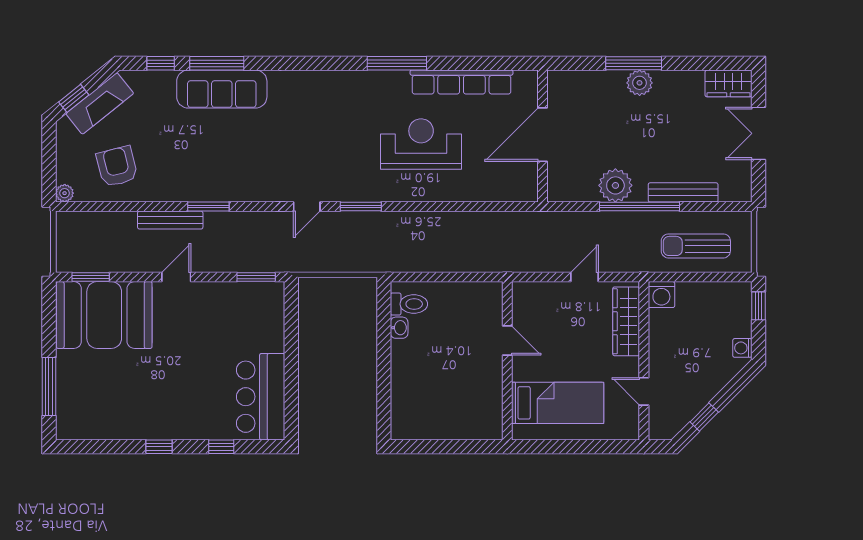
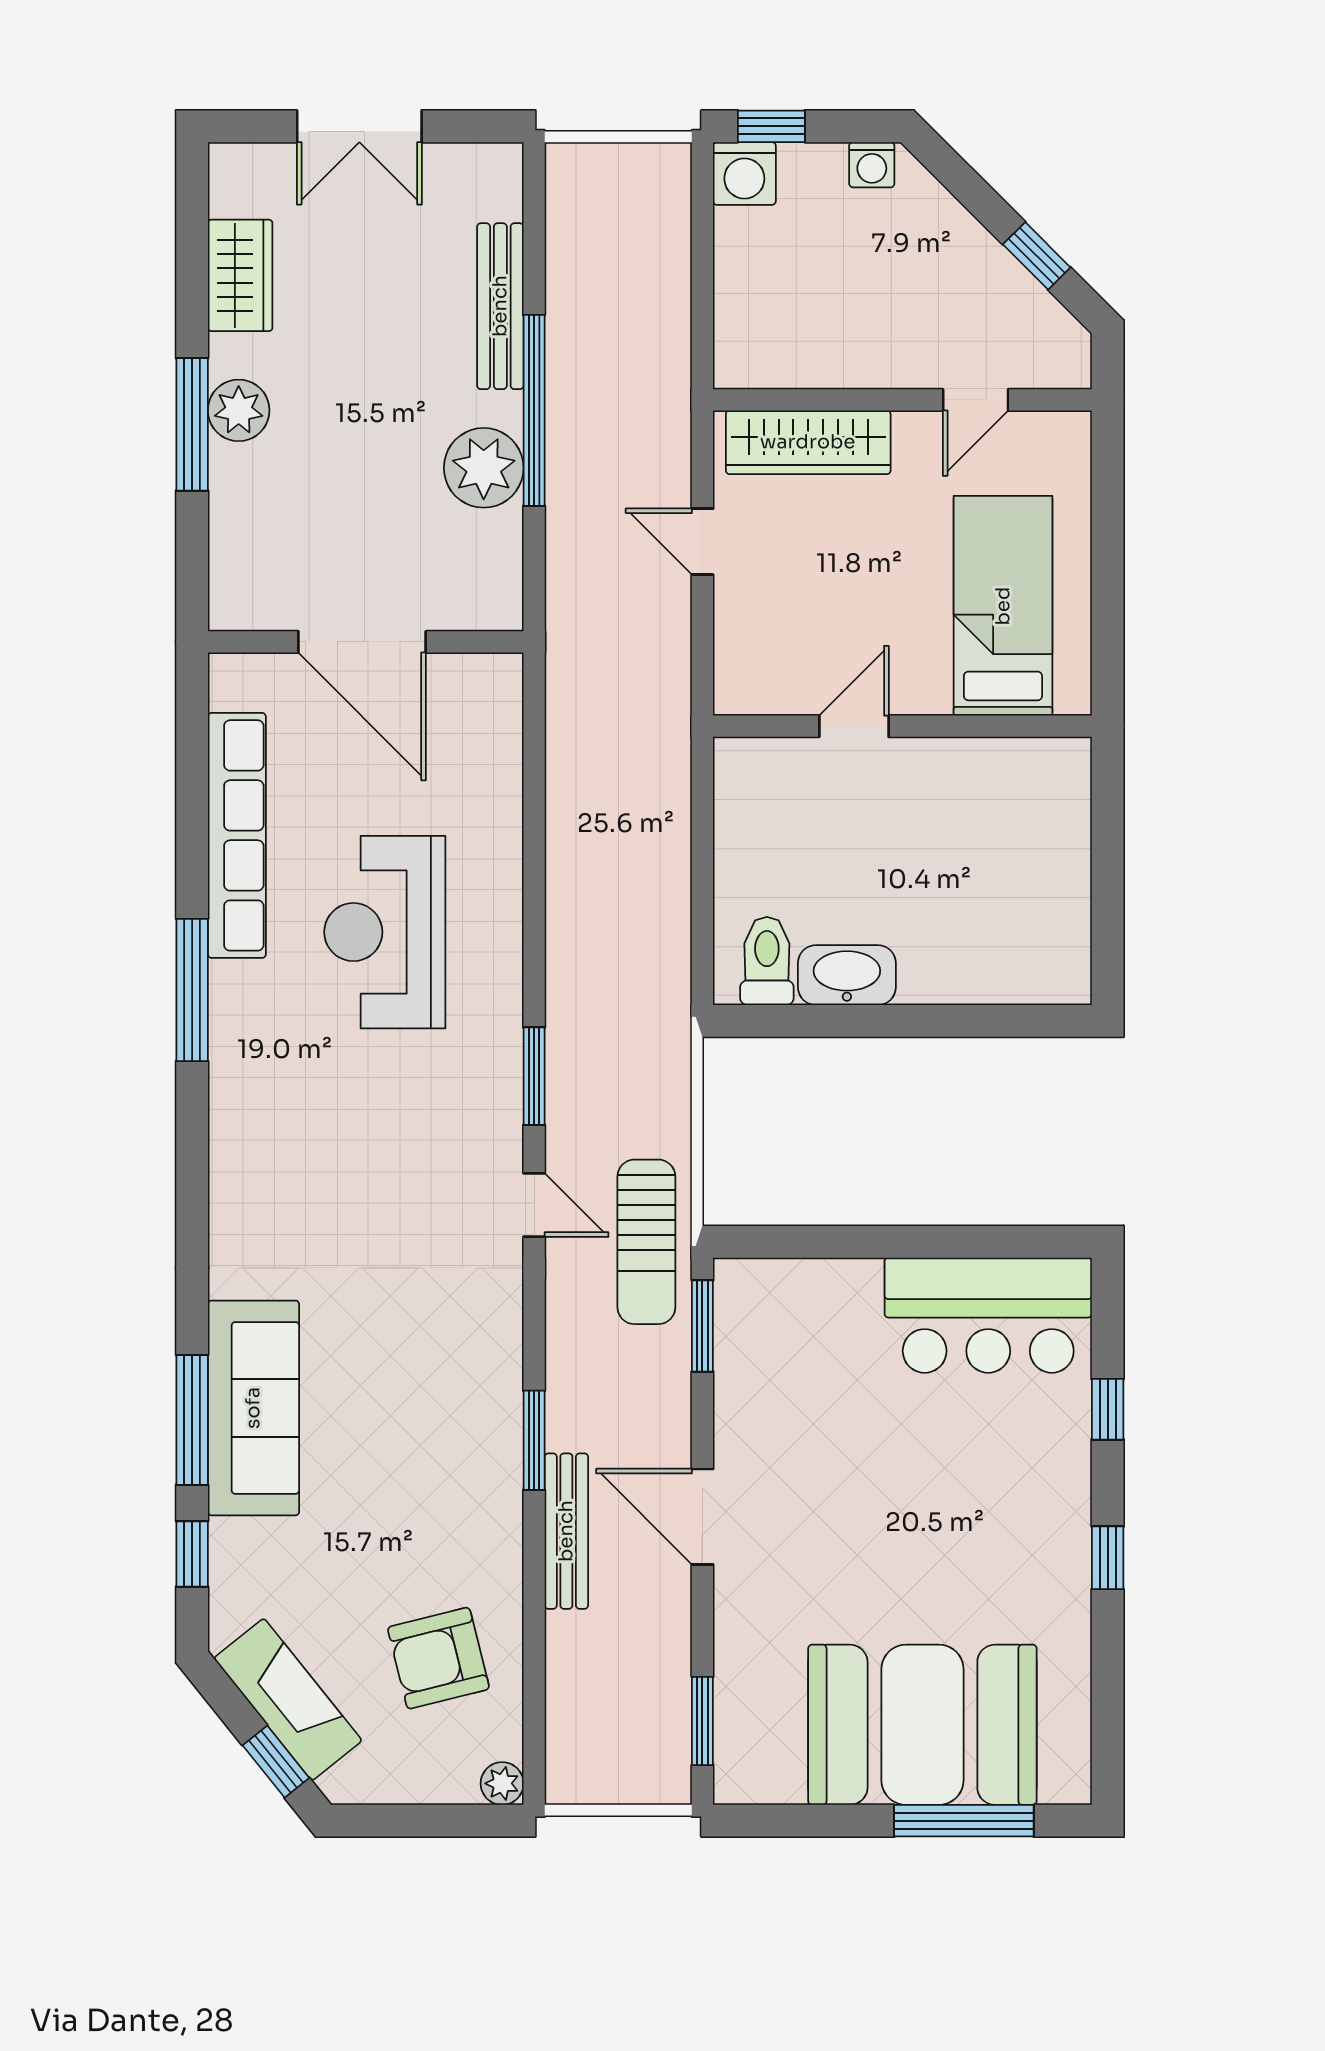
wardrobe: (729, 83) -> (240, 275), moved
sun lounger: (696, 246) -> (646, 1242), moved
door: (176, 277) -> (702, 1517), width x1.38
washing machine: (661, 295) -> (744, 173), moved, turned 90
booth: (104, 315) -> (922, 1725), moved, turned 90
washbasin: (399, 328) -> (847, 975), width x1.91, depth x1.45

